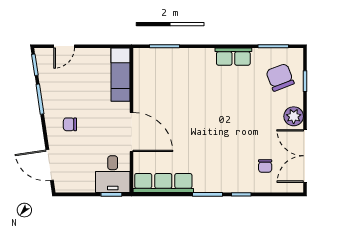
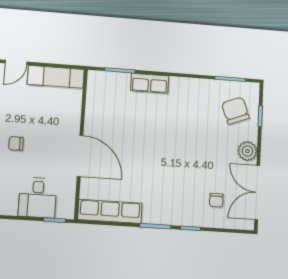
row of seats: (233, 57) -> (150, 83), moved
exam couch: (120, 75) -> (56, 77), moved, turned -90
desk: (113, 174) -> (38, 198), moved

